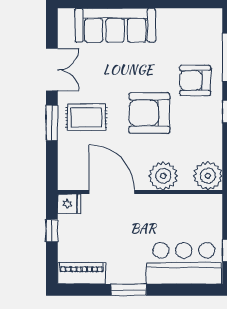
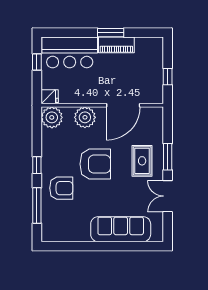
rug: (86, 117) -> (142, 161), turned 90
door: (112, 192) -> (123, 105), hinge flipped
fridge: (69, 204) -> (50, 97), moved, turned 180
piano: (81, 273) -> (116, 45), moved

